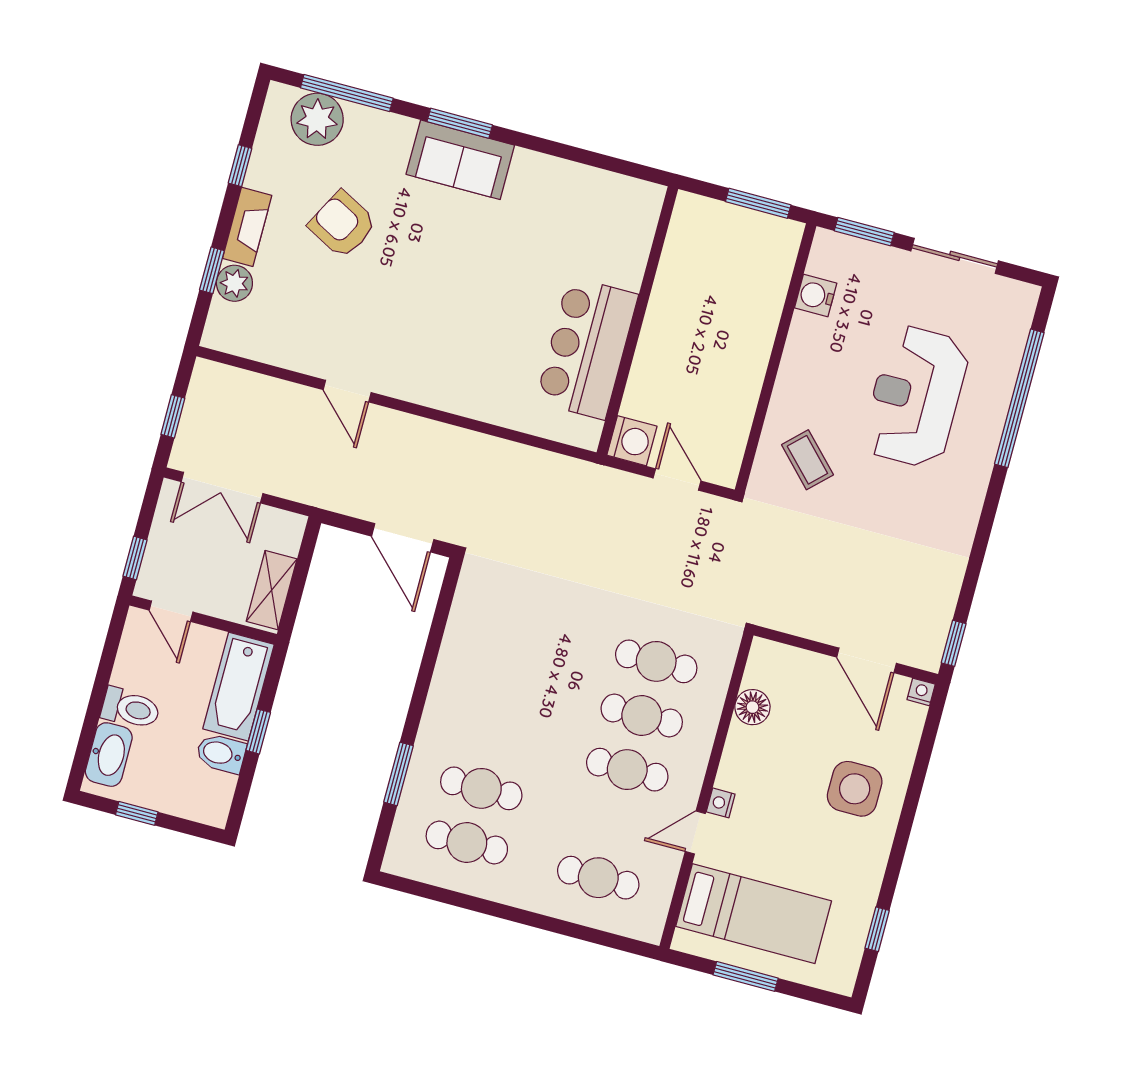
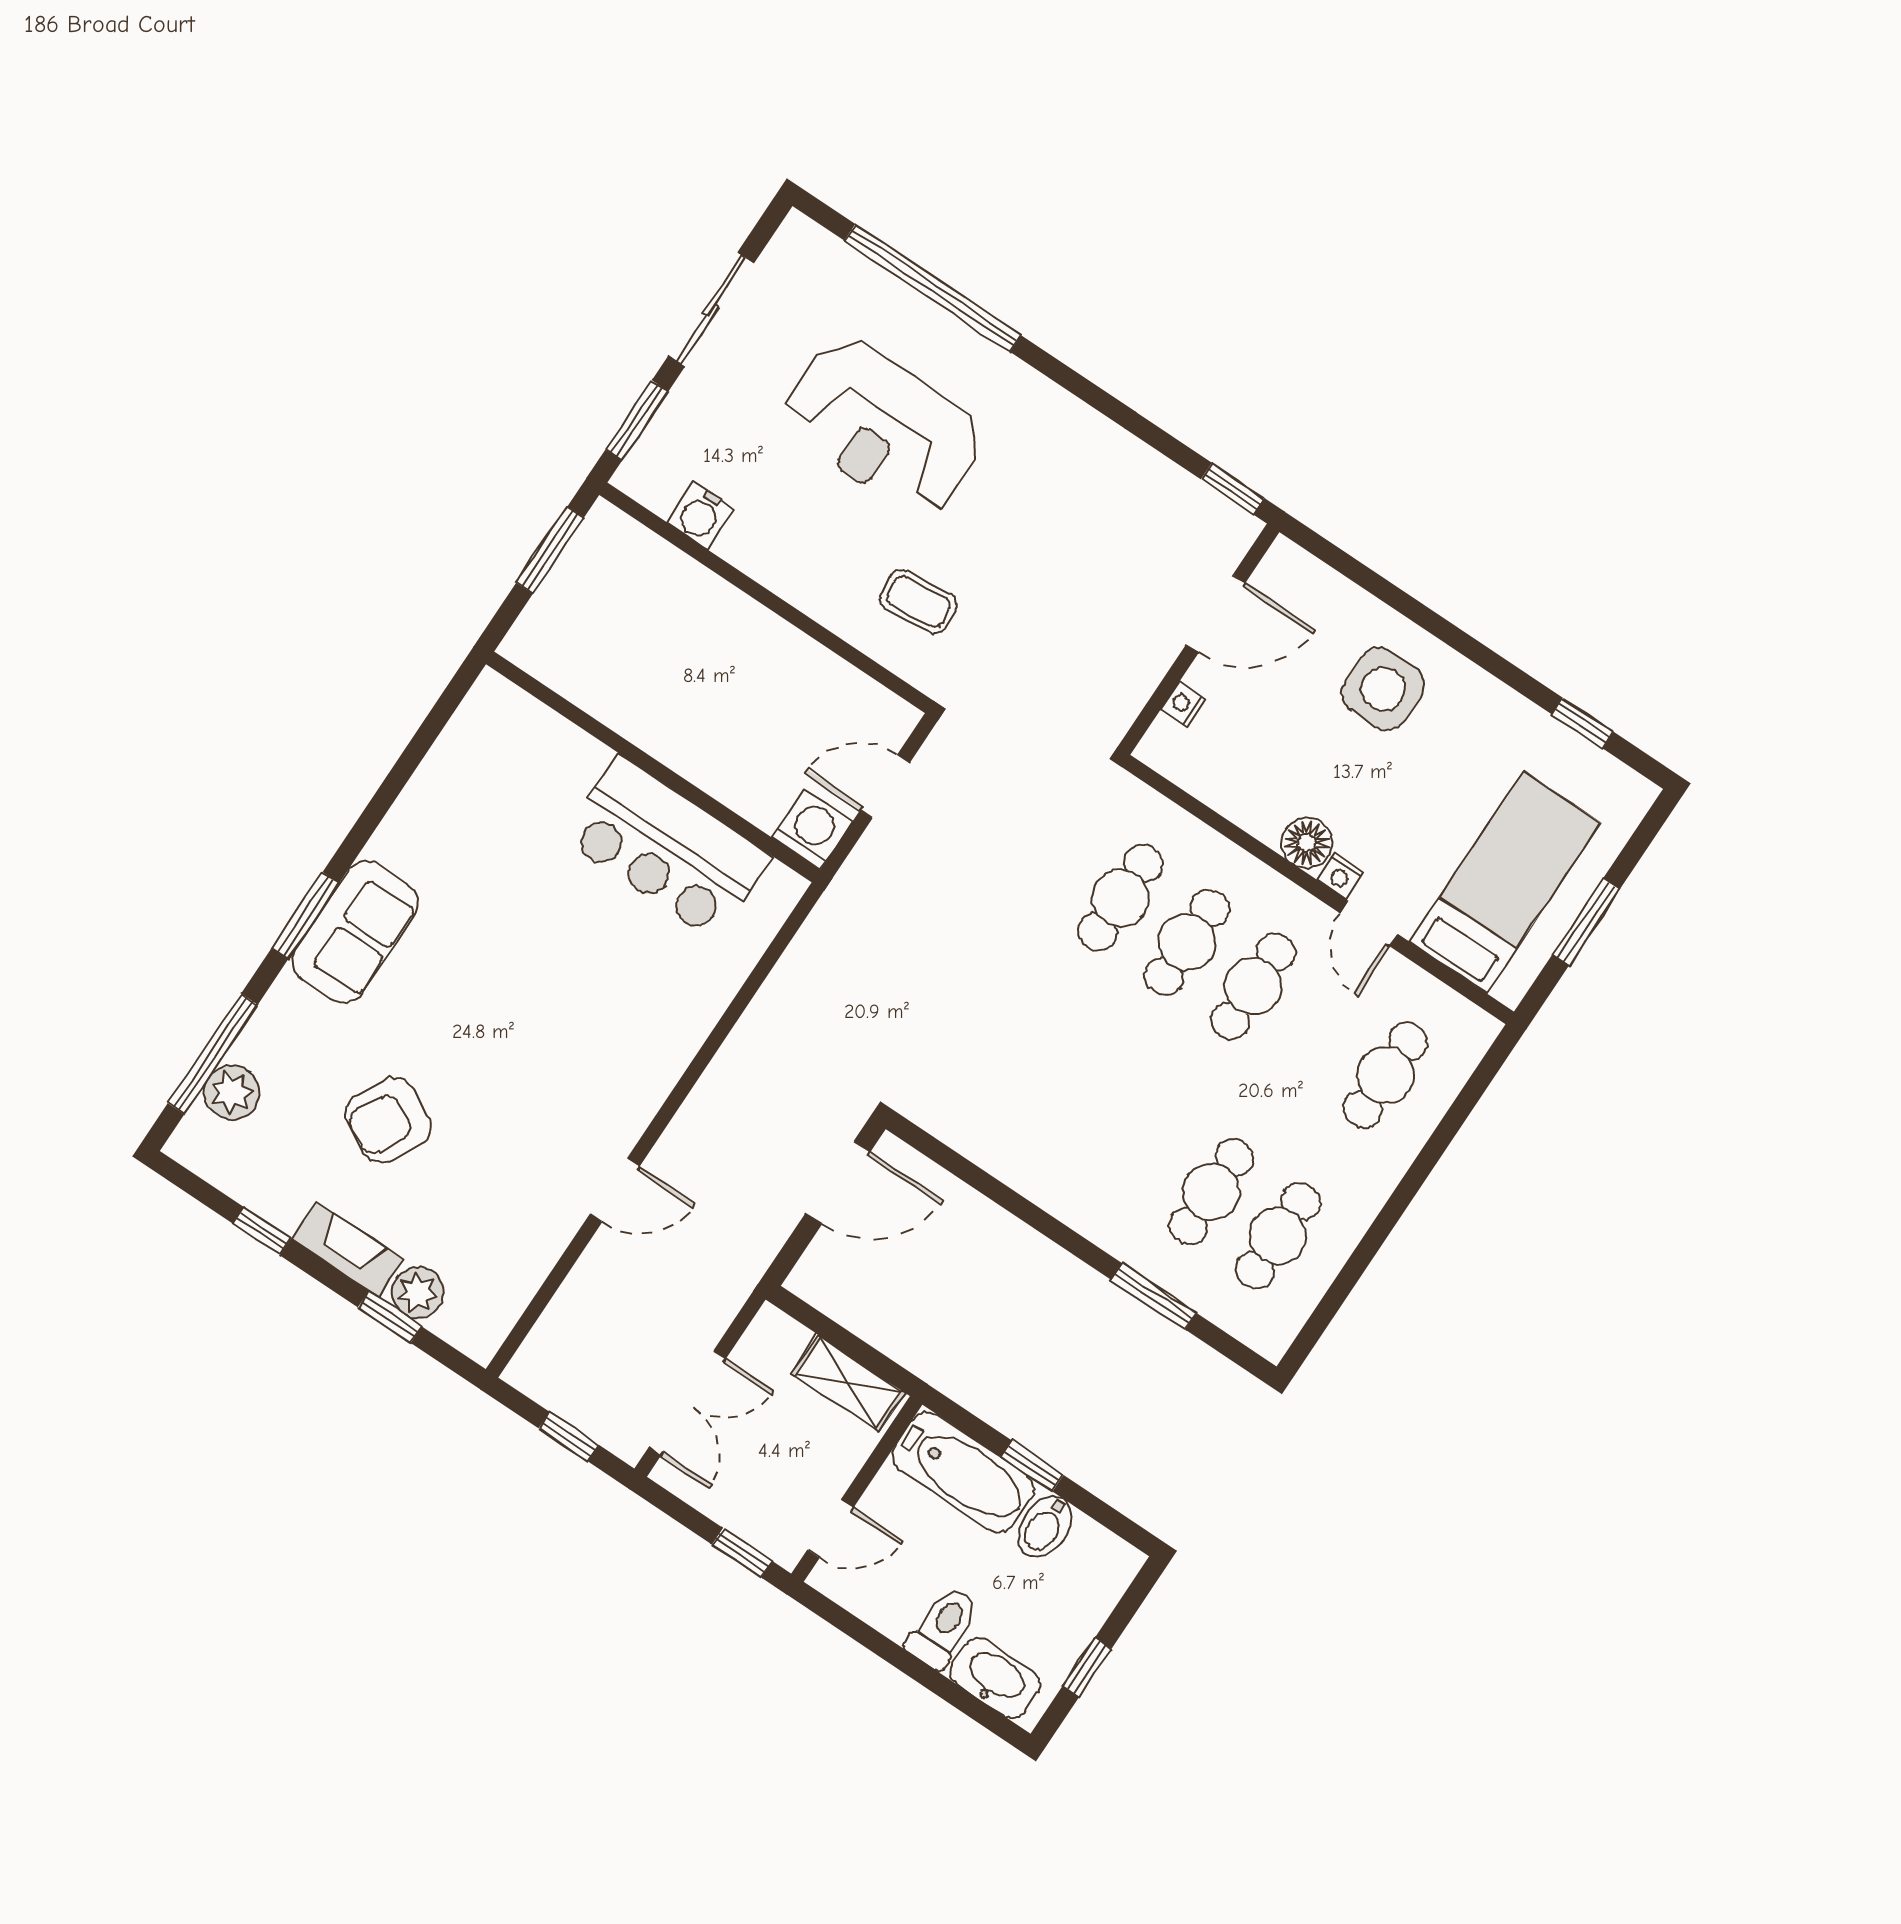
plant: (317, 119) -> (232, 1092), width x0.73, depth x0.73
coffee table: (807, 460) -> (918, 601), turned 38
nightstand: (921, 692) -> (1183, 704), moved
floor lamp: (752, 707) -> (1307, 843), moved

